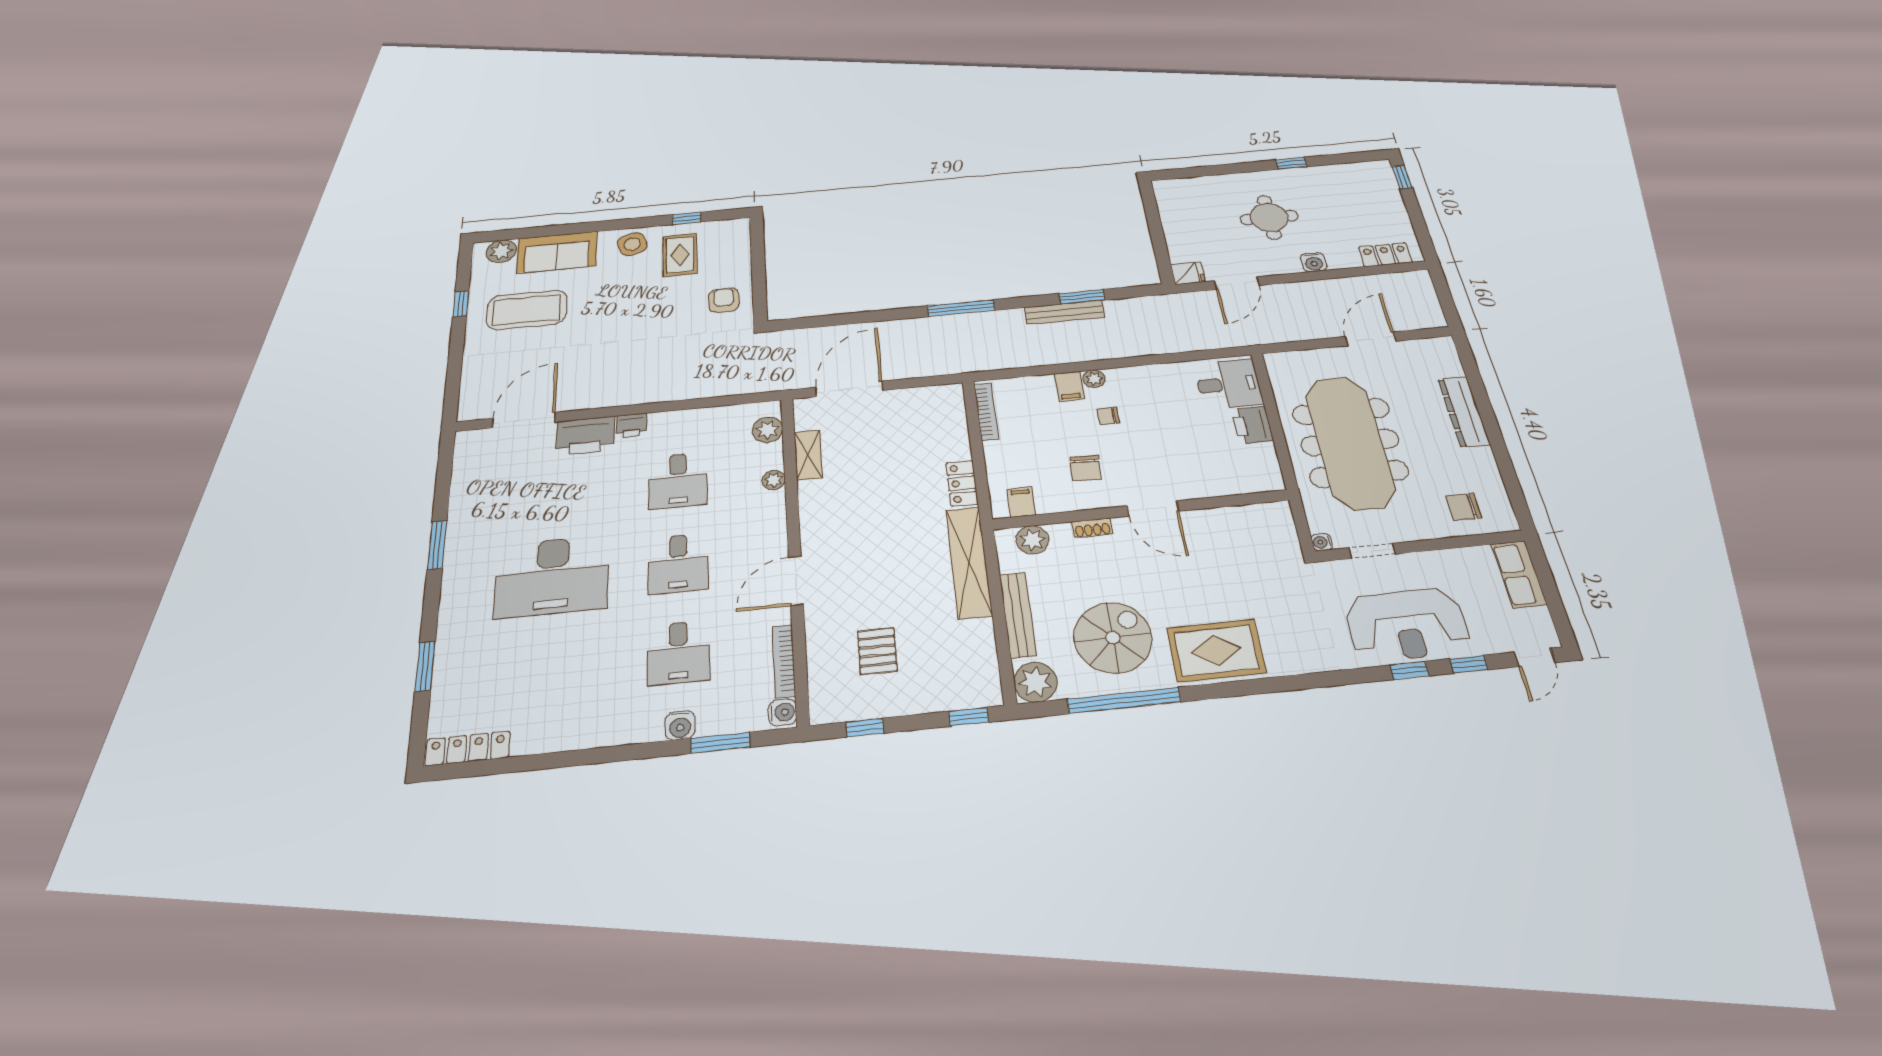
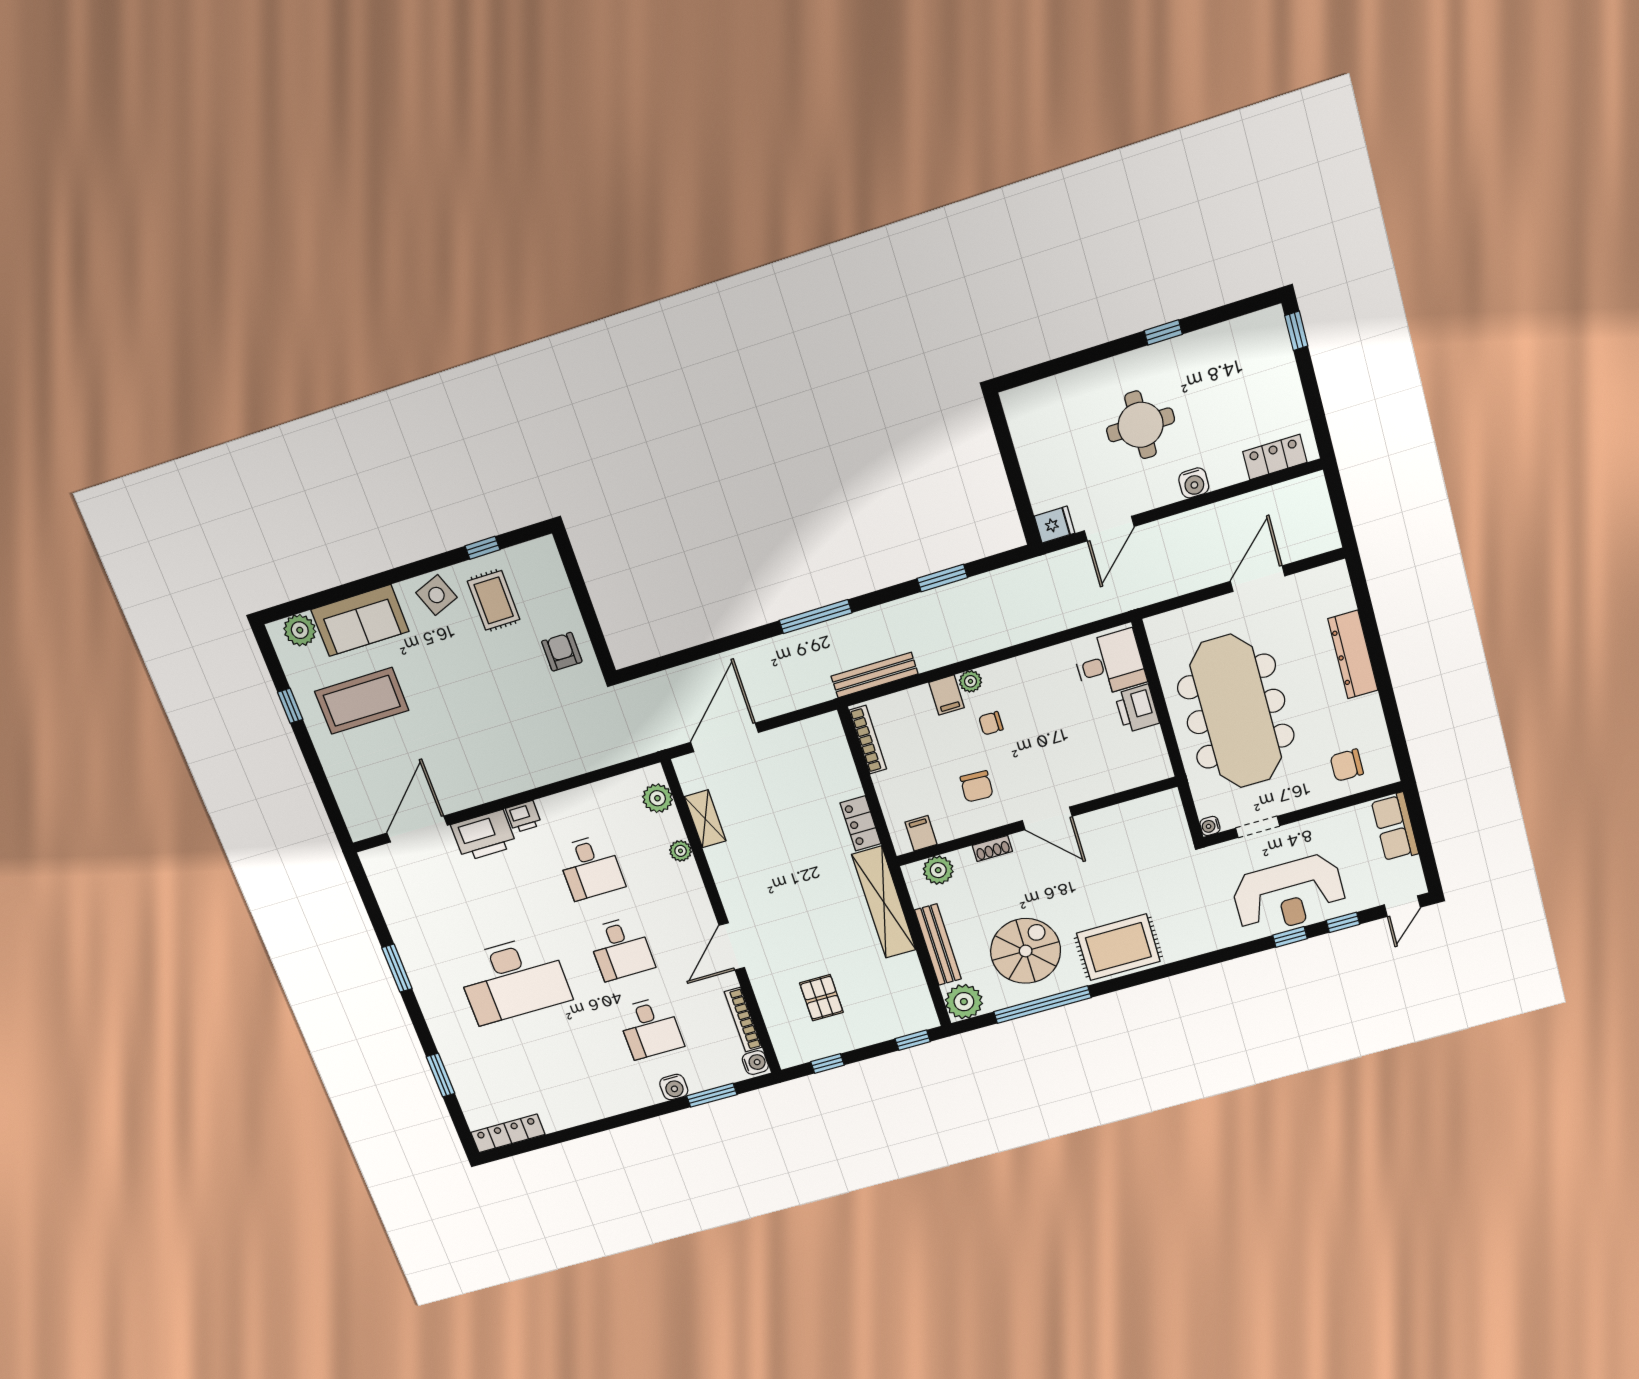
bench: (1064, 312) -> (875, 675), moved

